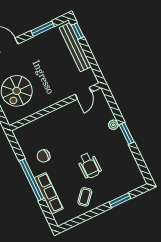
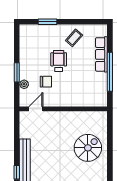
door: (83, 93) -> (36, 109), moved
wall: (55, 107) -> (63, 109), moved
chair: (43, 156) -> (46, 82), moved

